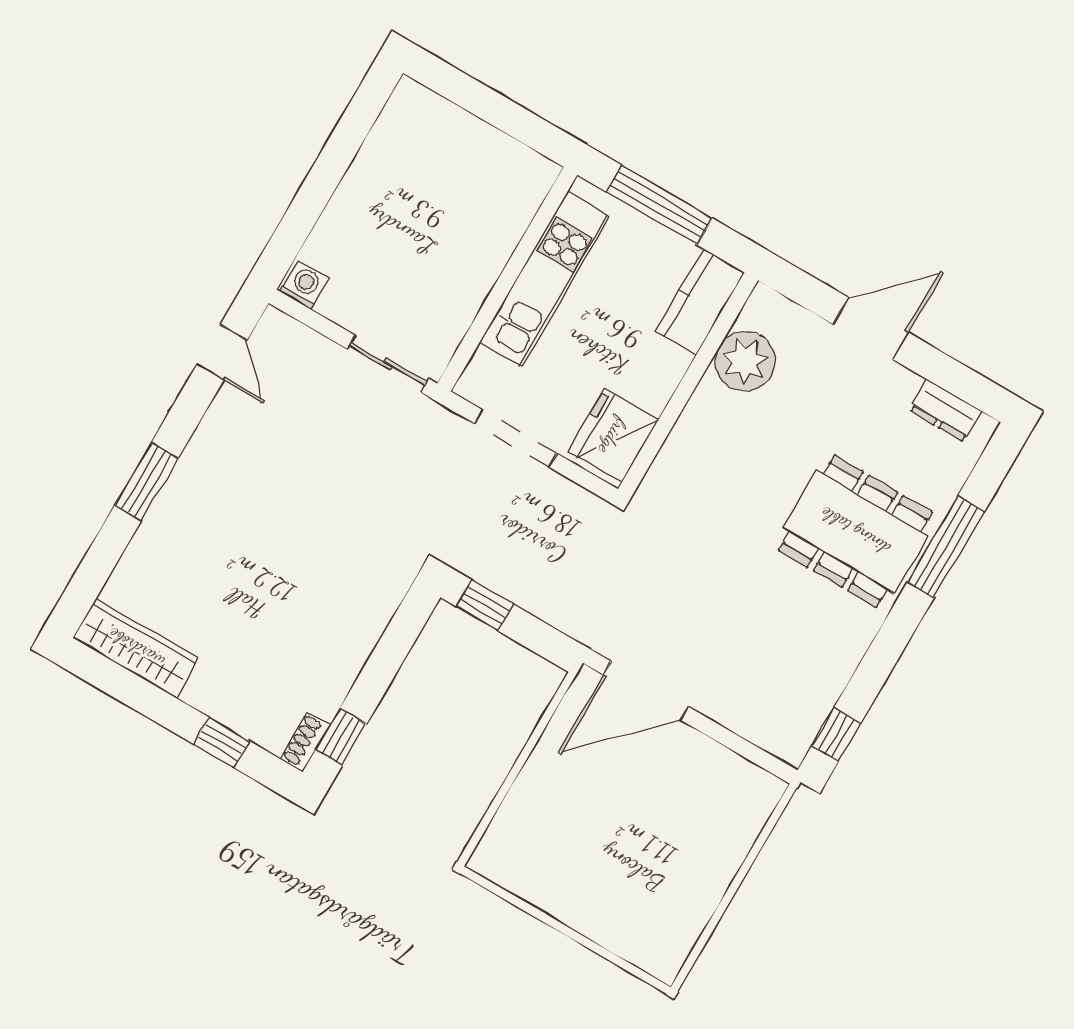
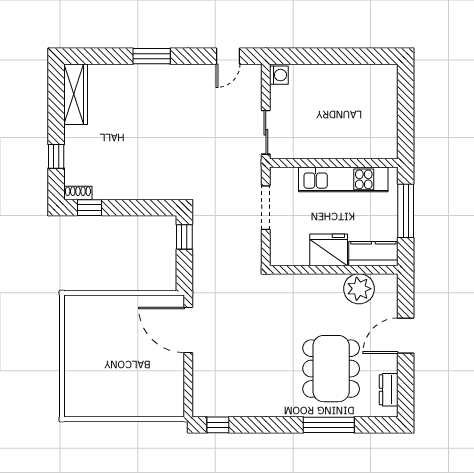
door: (871, 328) -> (406, 336), swing flipped
fridge: (613, 436) -> (329, 250), moved
dining table: (855, 531) -> (331, 369), moved

